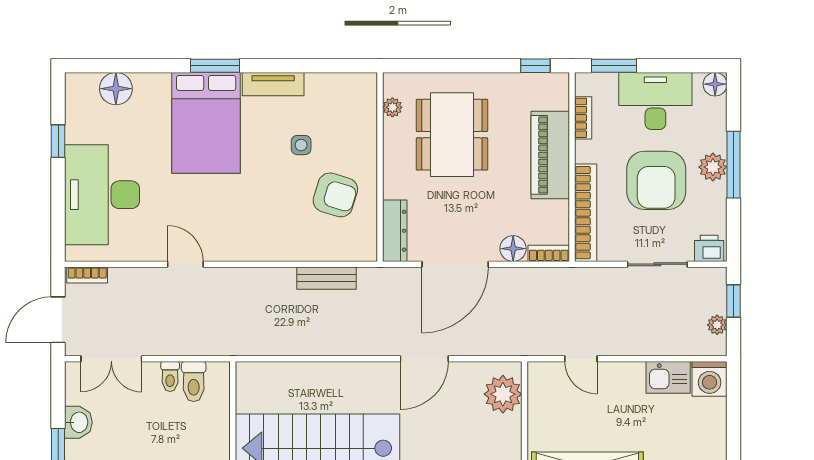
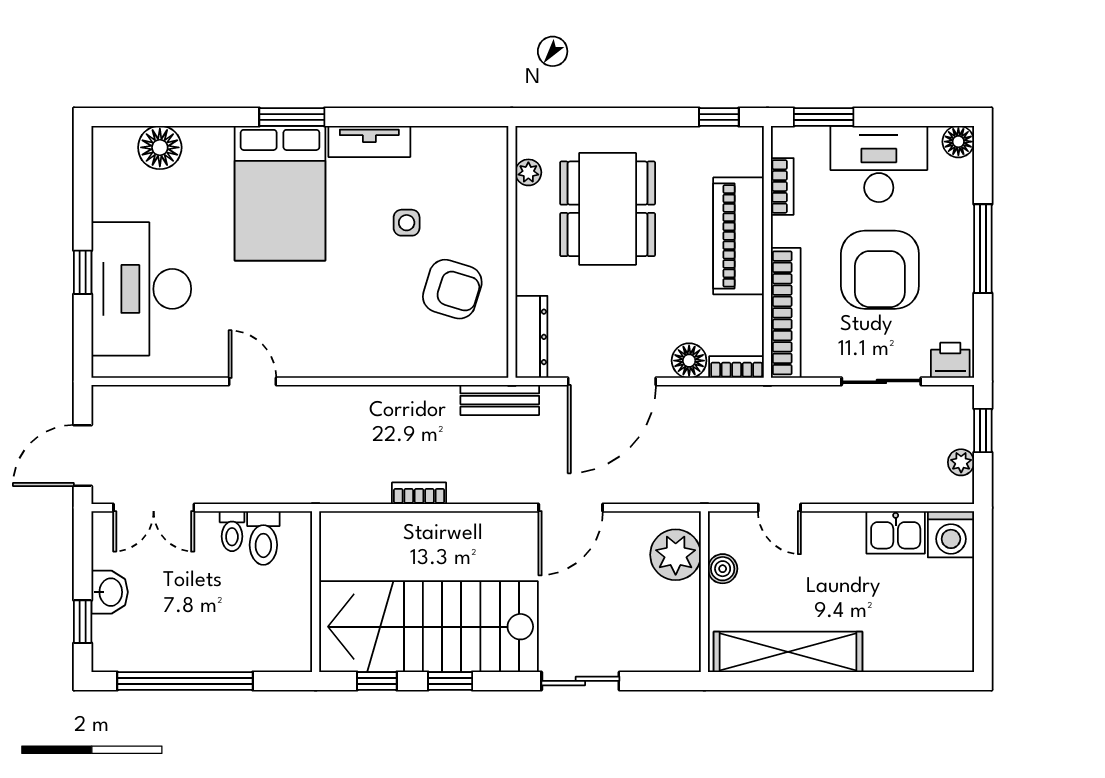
window: (58, 141) -> (83, 272), moved
plant: (713, 167) -> (955, 252), removed
bookcase: (87, 275) -> (419, 493), moved, turned 180
bench: (327, 278) -> (500, 400), moved
boiler: (538, 405) -> (723, 569), added

